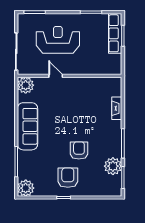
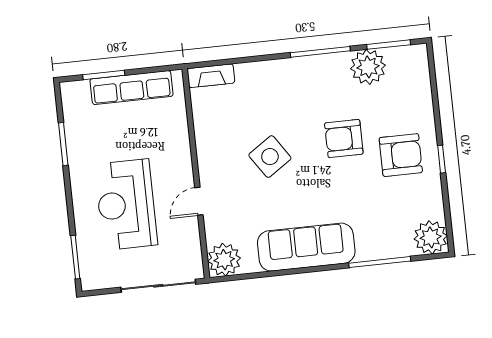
row of seats: (115, 33) -> (132, 88), moved
fireplace: (117, 108) -> (211, 76), moved
side table: (74, 113) -> (270, 157), added
armchair: (68, 178) -> (401, 155), turned 180

